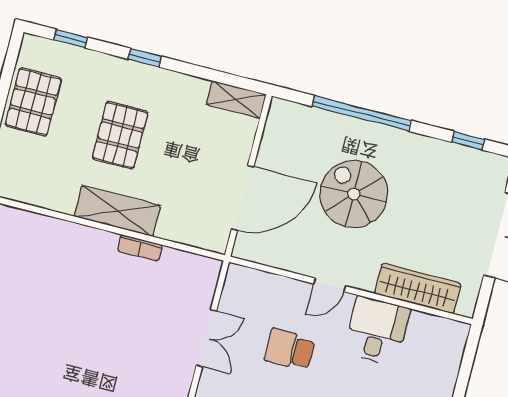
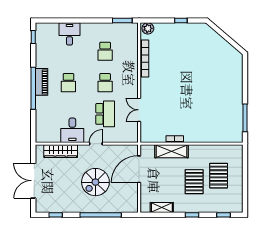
shelving: (236, 100) -> (162, 208), moved
pallet: (33, 102) -> (219, 176), moved
spiral stairs: (354, 194) -> (95, 182), turned 90
shelving: (117, 211) -> (172, 151), moved
school desk: (290, 349) -> (105, 114), width x1.85

